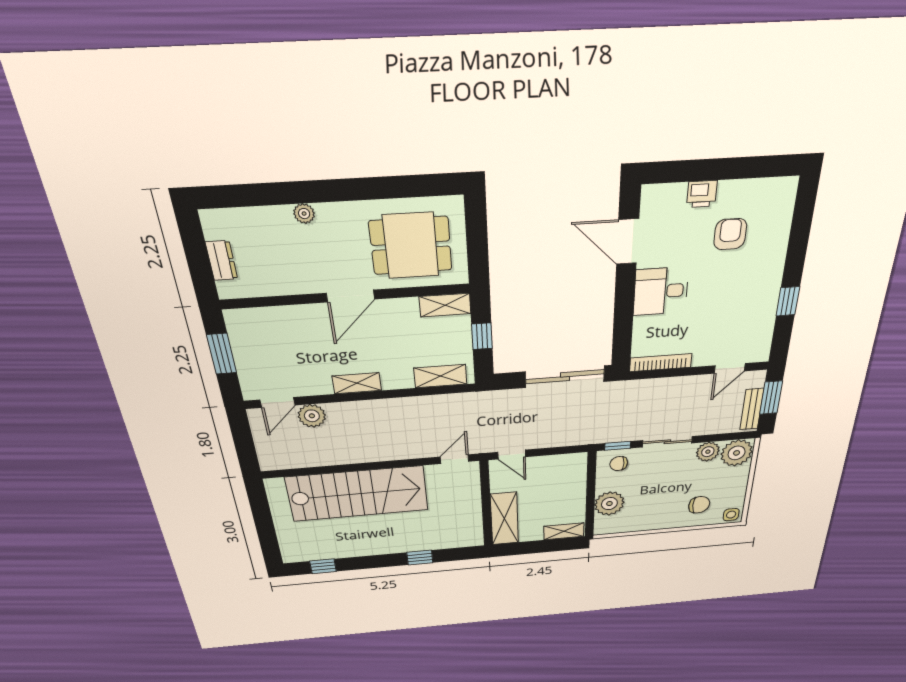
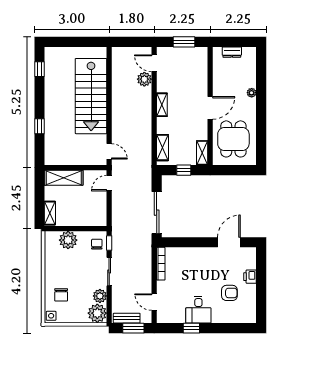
desk: (661, 291) -> (198, 310), moved, turned 180
door: (350, 296) -> (210, 108), swing flipped

